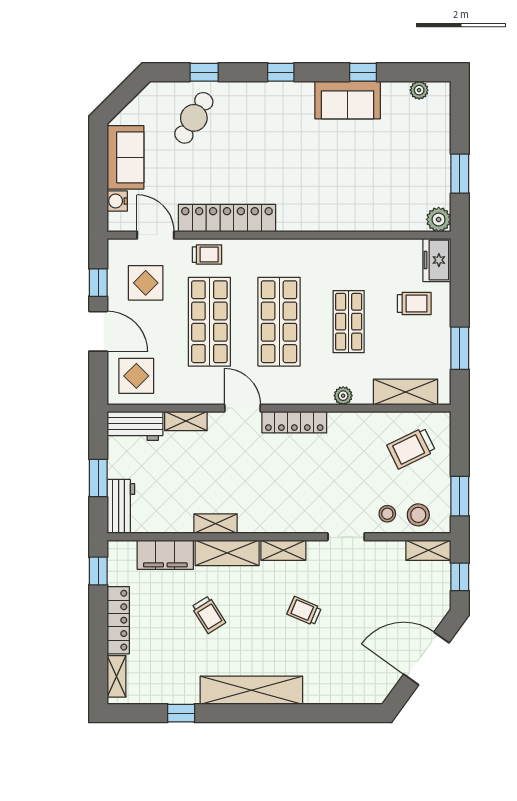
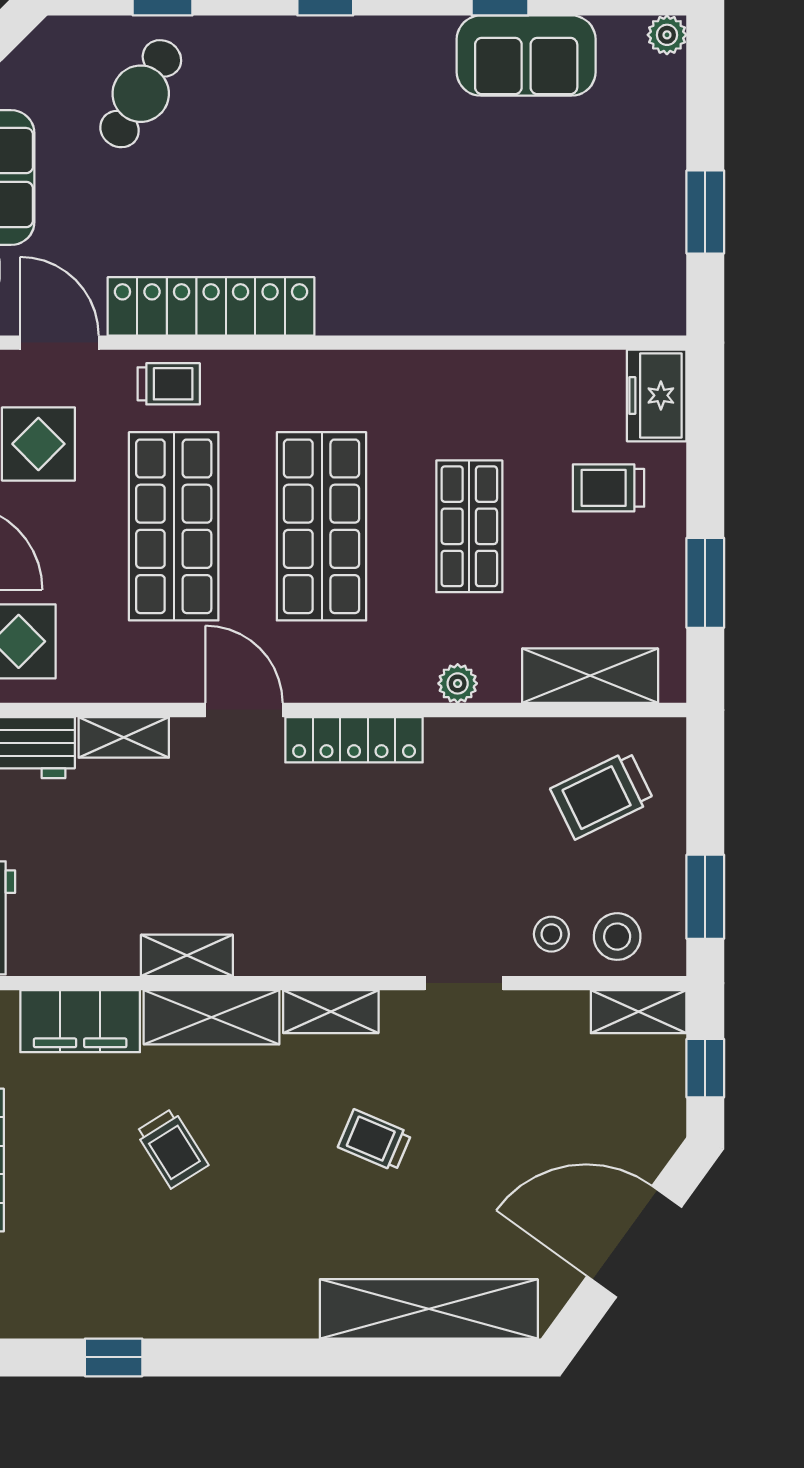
plant: (419, 90) -> (667, 35), moved
sofa: (348, 100) -> (526, 56), moved
plant: (439, 219) -> (660, 309), removed
trolley: (414, 304) -> (609, 488), turned 180
shelving: (251, 690) -> (429, 1309), moved

